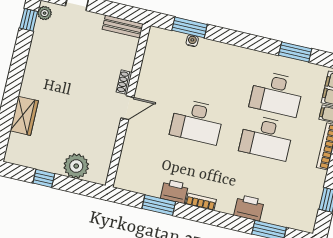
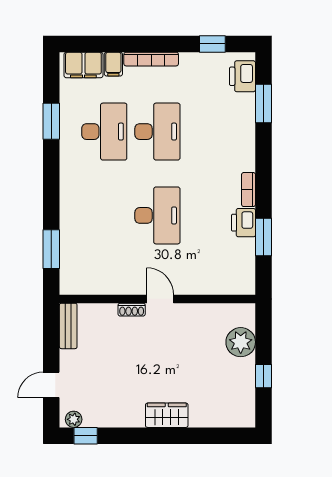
water cooler: (192, 41) -> (66, 243), removed
wardrobe: (24, 116) -> (167, 415), moved
printer: (249, 208) -> (242, 76), moved

